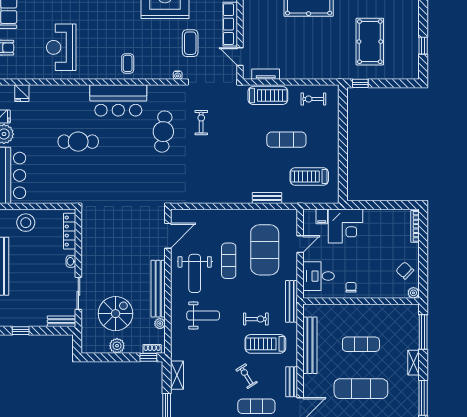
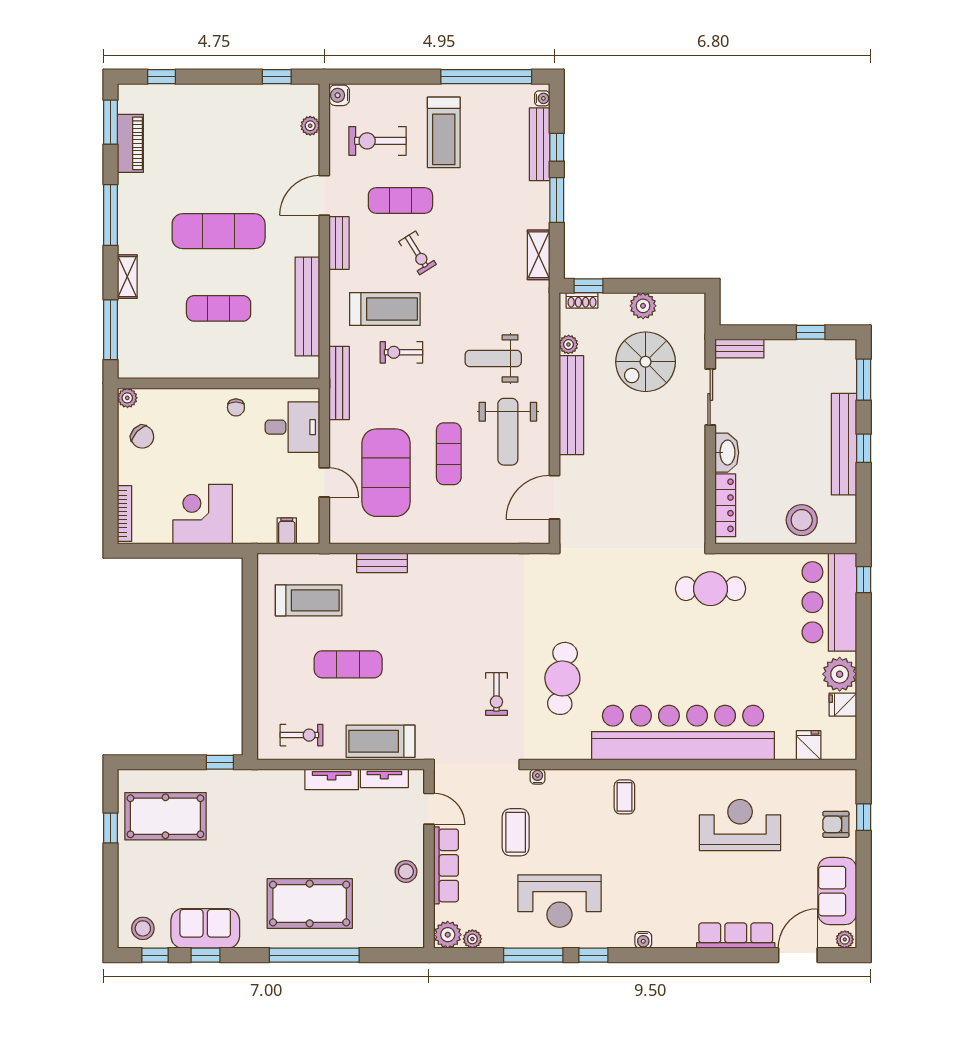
stool: (253, 21) -> (406, 871), added
pool table: (370, 42) -> (165, 816), moved, turned 90
reception desk: (61, 47) -> (740, 825), turned -90
tv unit: (296, 73) -> (332, 779), added
bar counter: (118, 100) -> (683, 733), width x1.86
cafe table: (78, 142) -> (710, 589), moved
corner desk: (346, 226) -> (203, 514), moved
door: (300, 244) -> (324, 482), swing flipped
washbasin: (71, 261) -> (727, 453), width x1.91, depth x1.45
weight bench: (195, 273) -> (508, 432), turned 180

